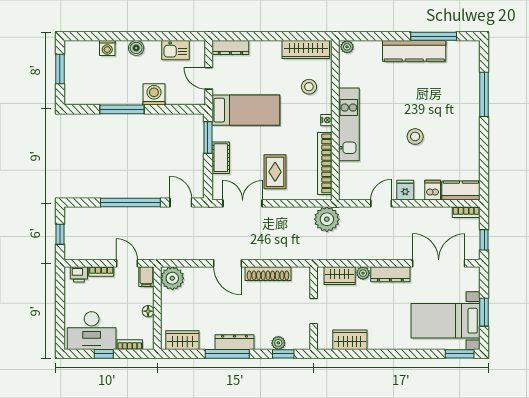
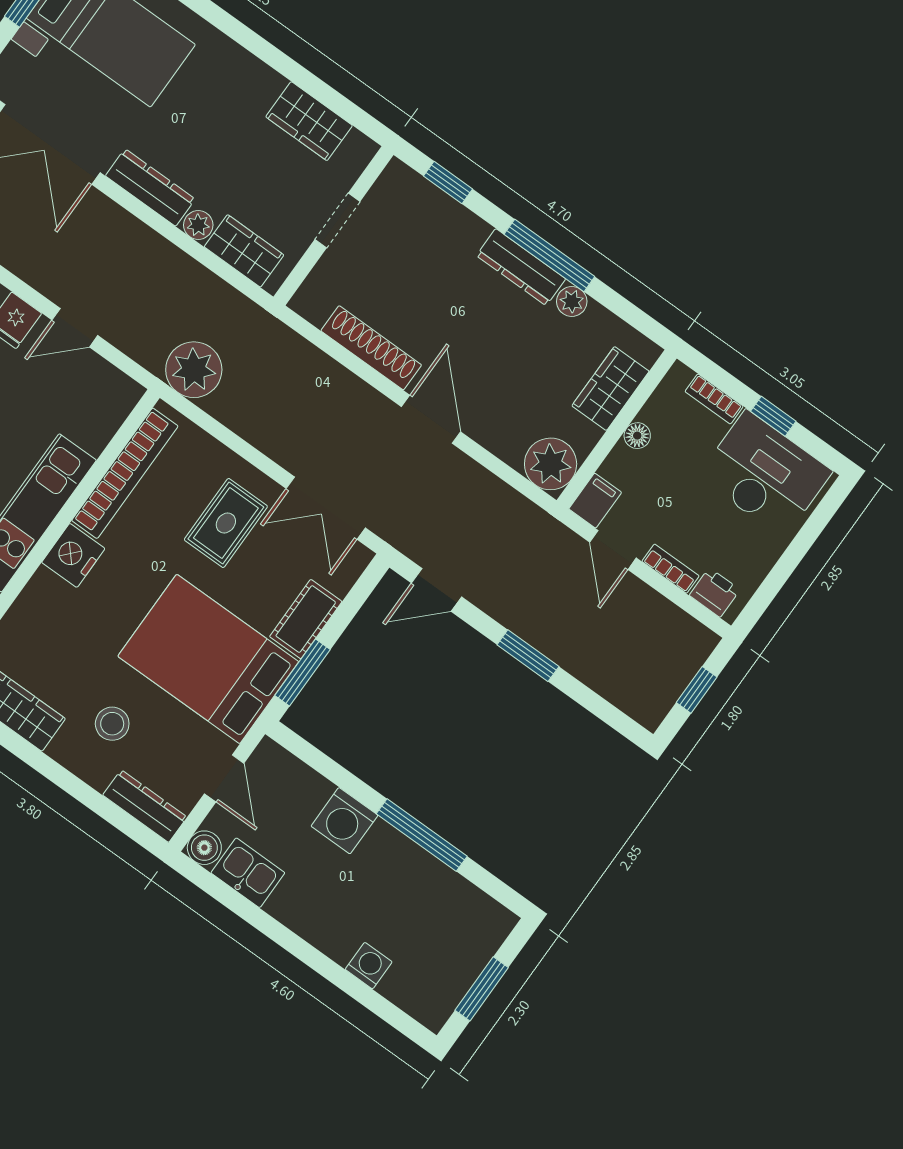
boiler: (136, 48) -> (204, 848), moved
stool: (309, 87) -> (112, 724), moved
bed: (246, 110) -> (208, 659), width x1.50
nightstand: (326, 120) -> (73, 555), width x1.89, depth x1.79
window: (130, 203) -> (528, 656), width x0.47
door: (181, 203) -> (436, 590), hinge flipped
wardrobe: (182, 340) -> (610, 389), moved, turned 90
plant: (278, 343) -> (572, 301), moved

